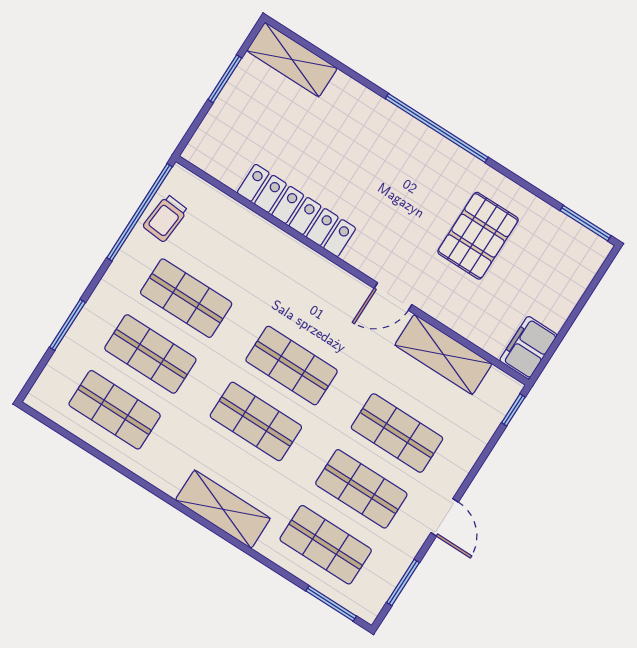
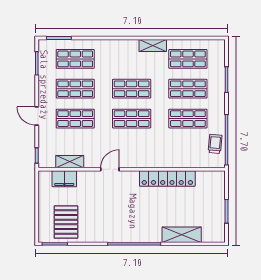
shelving: (292, 60) -> (182, 235), moved
pallet: (478, 236) -> (66, 222), moved
filing cabinet: (528, 348) -> (64, 179), moved, turned 90
shelving: (443, 354) -> (70, 162), width x0.67, depth x0.75
shelving: (223, 509) -> (153, 45), moved, width x0.67, depth x0.75
door: (445, 517) -> (37, 116), moved

